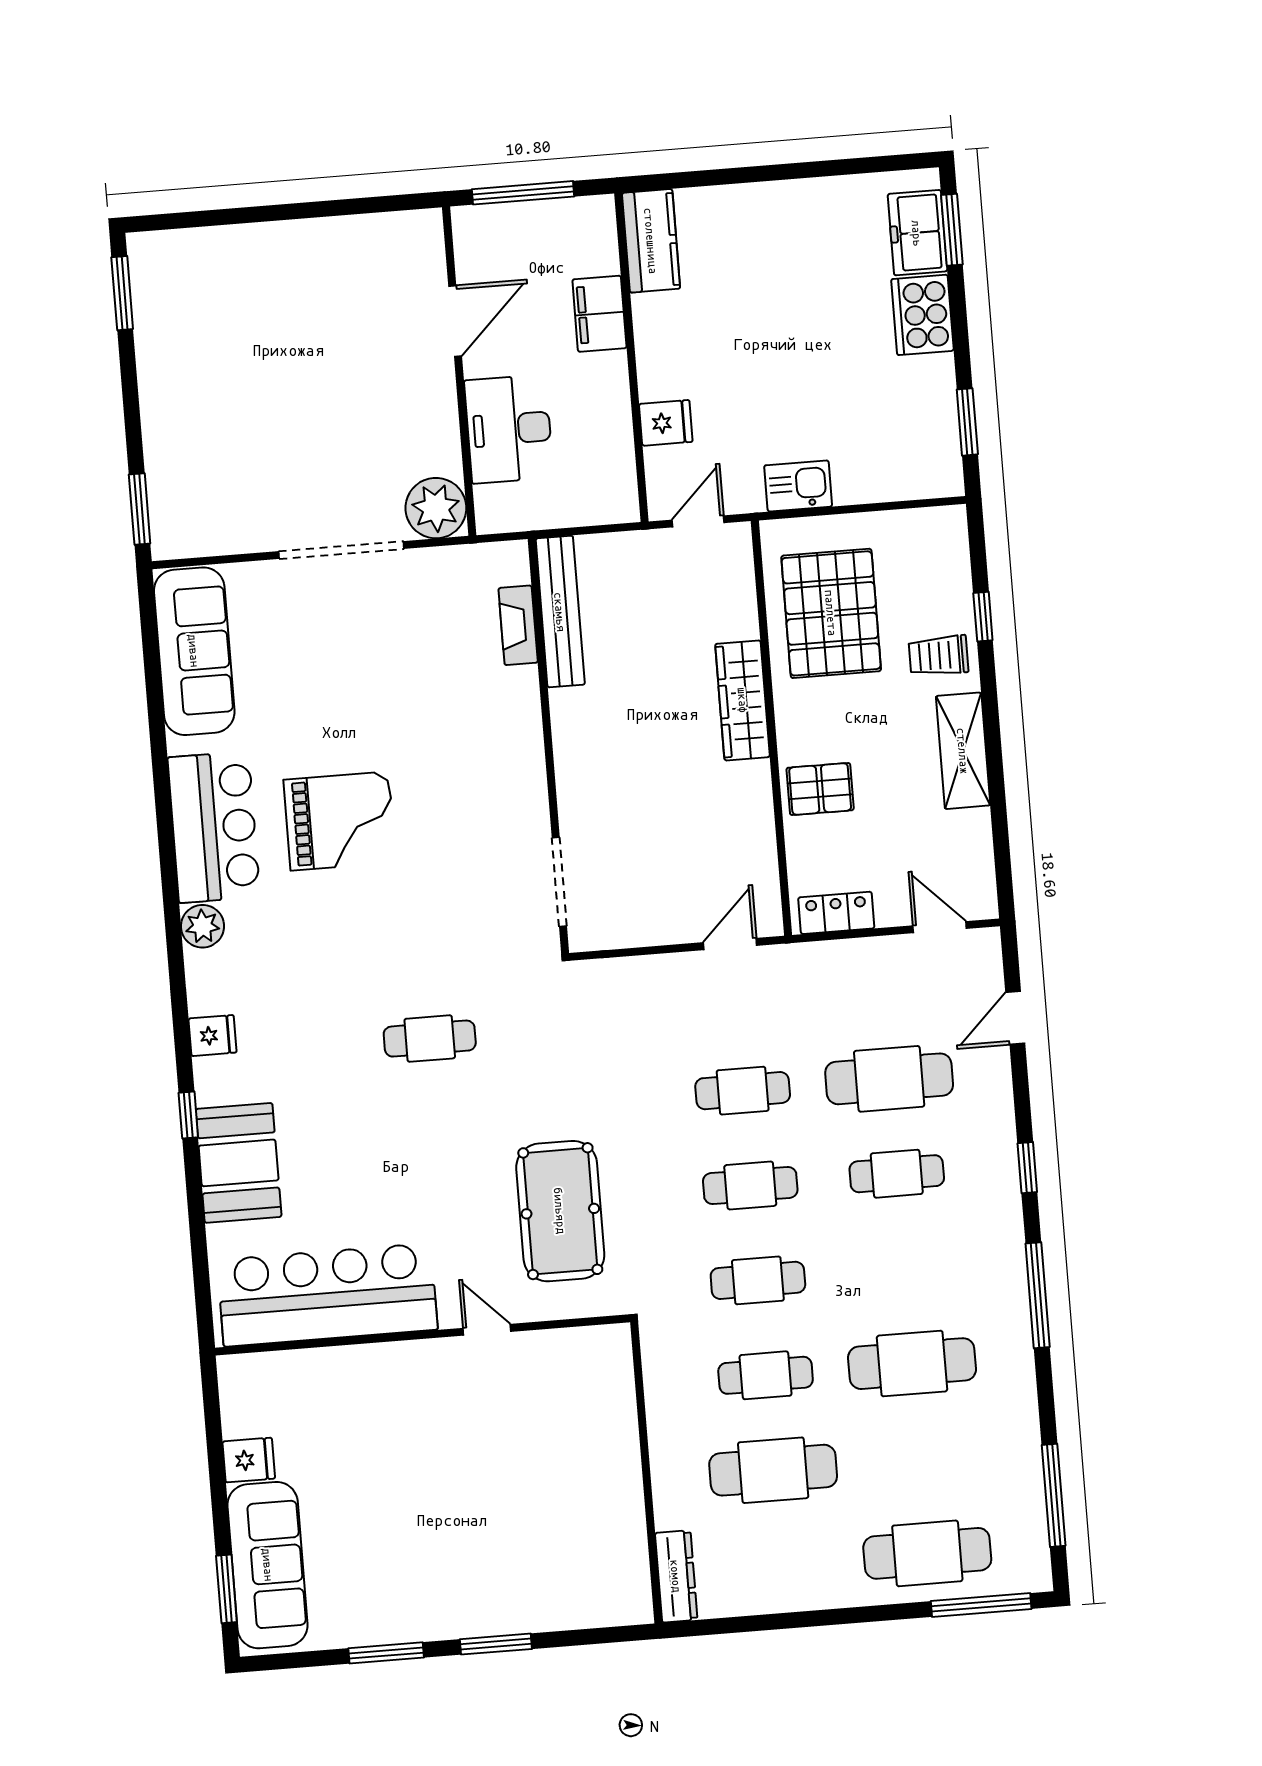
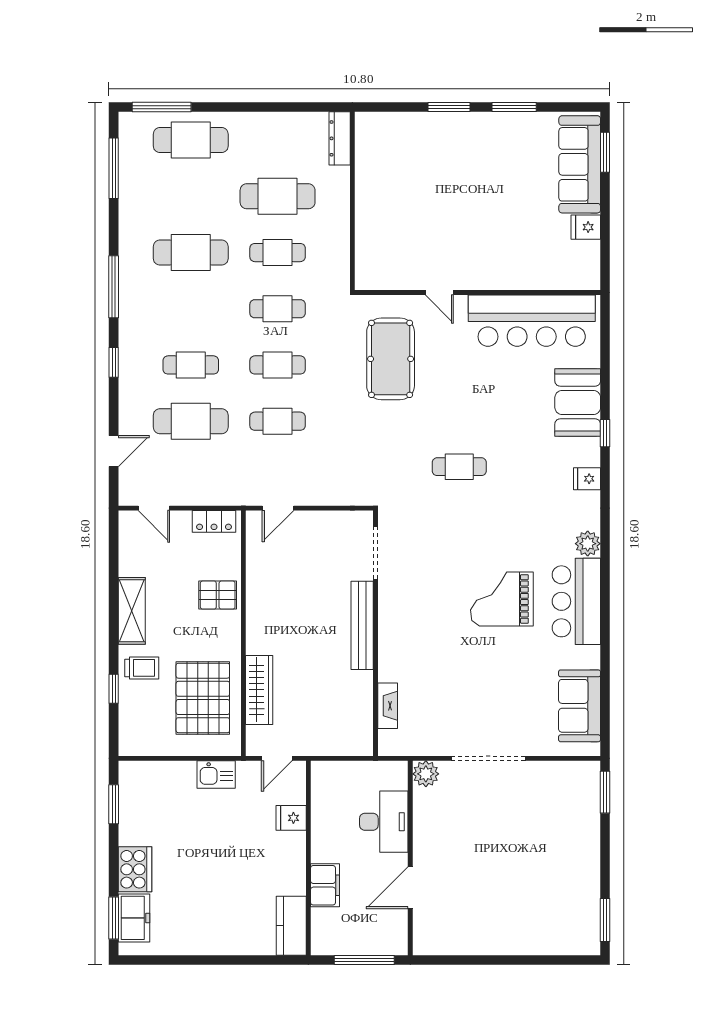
plant: (436, 508) -> (426, 774), width x0.73, depth x0.73
bench: (560, 612) -> (362, 625), moved
sofa: (194, 651) -> (580, 706), width x0.73
wardrobe: (743, 700) -> (259, 690), moved

